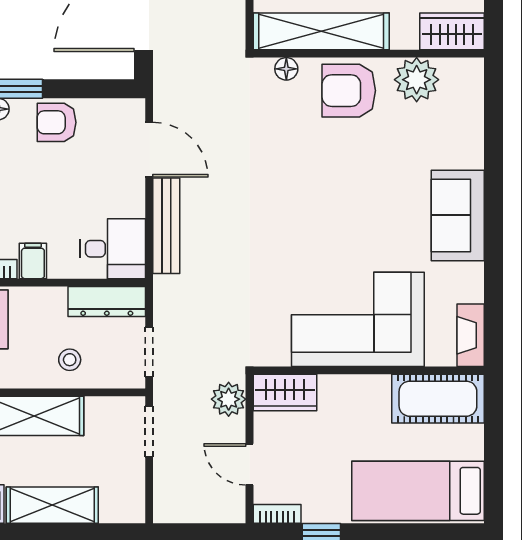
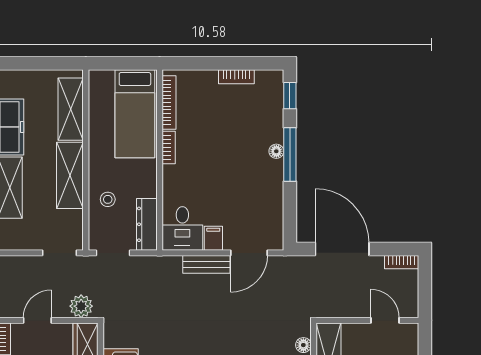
armchair: (57, 122) -> (267, 191), removed
bench: (166, 226) -> (206, 264), width x0.73
filing cabinet: (33, 261) -> (213, 238), moved, turned -90

